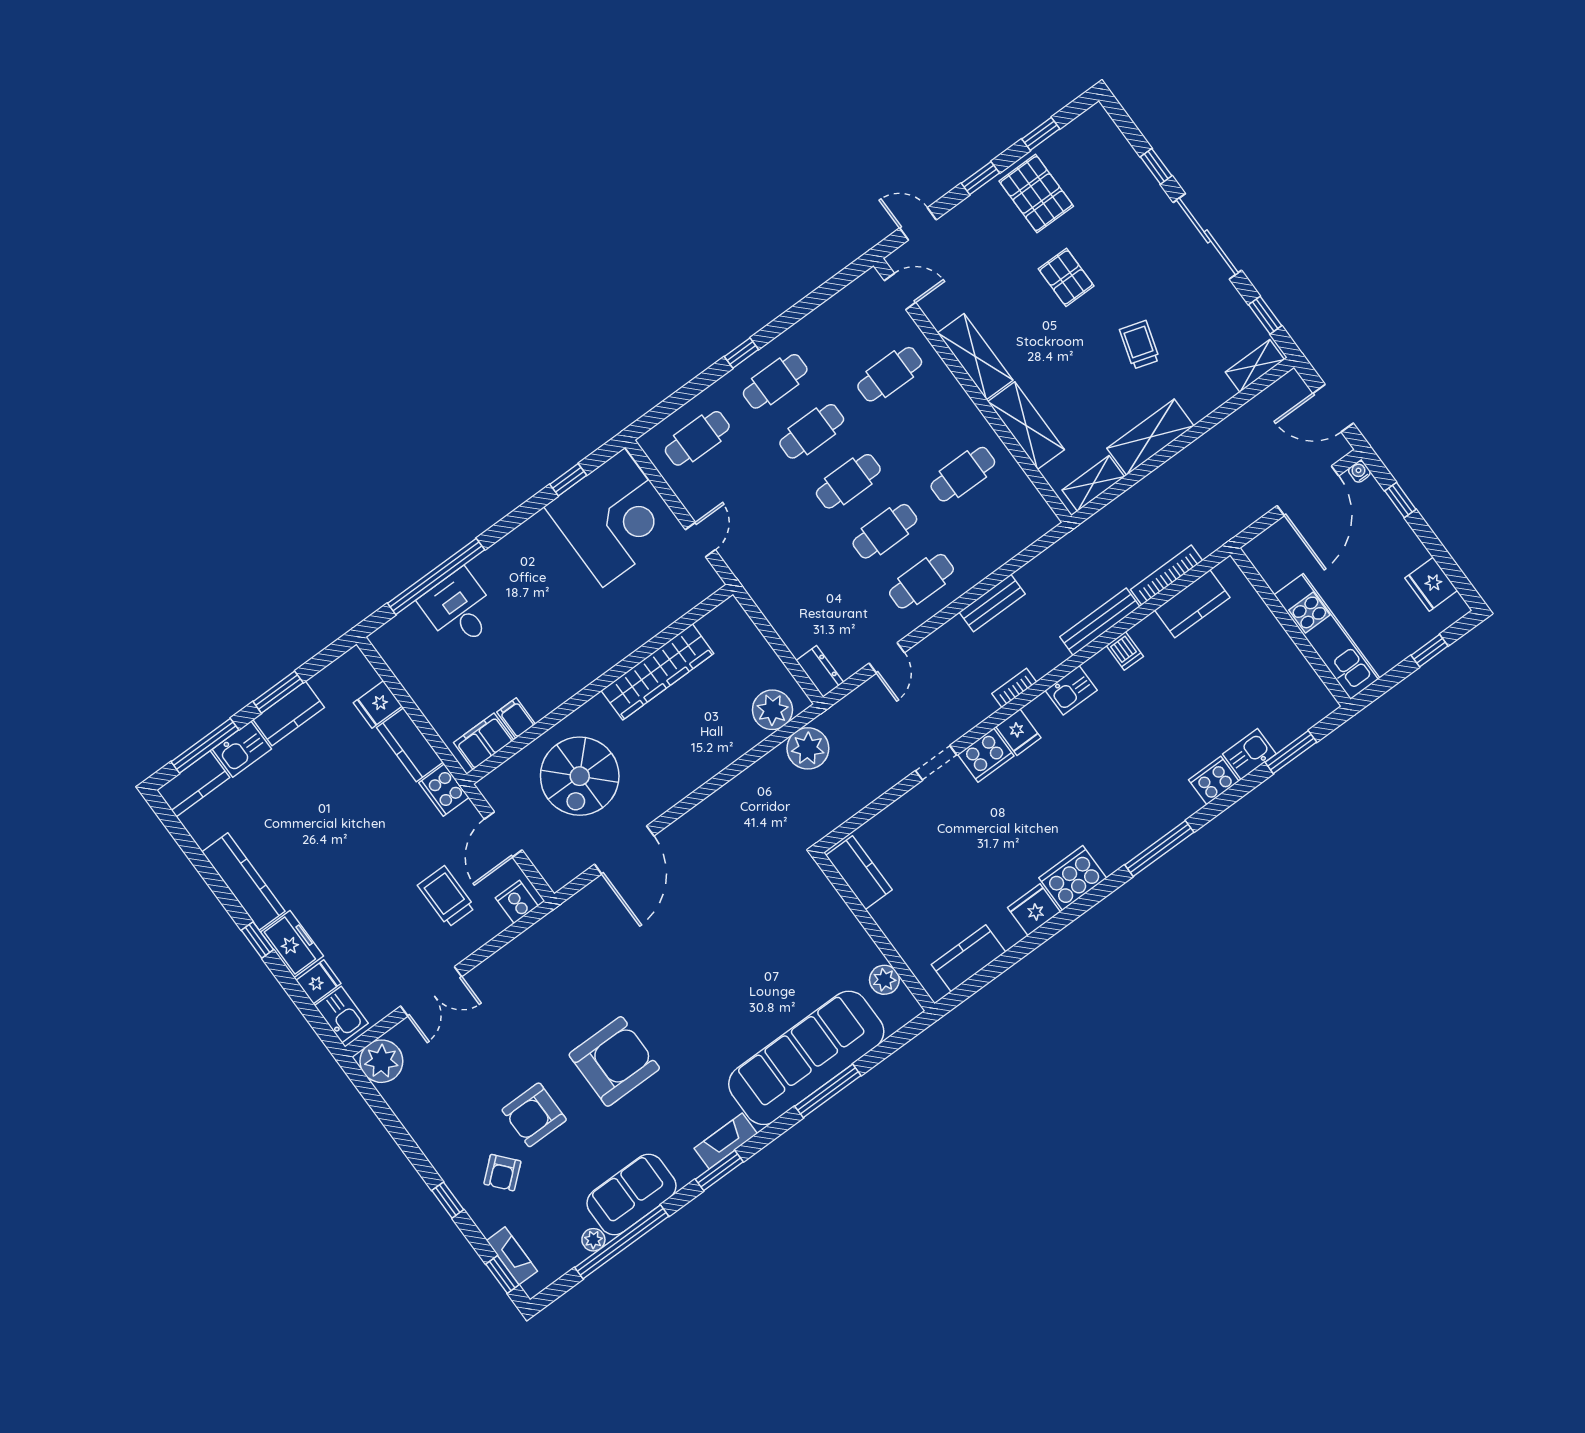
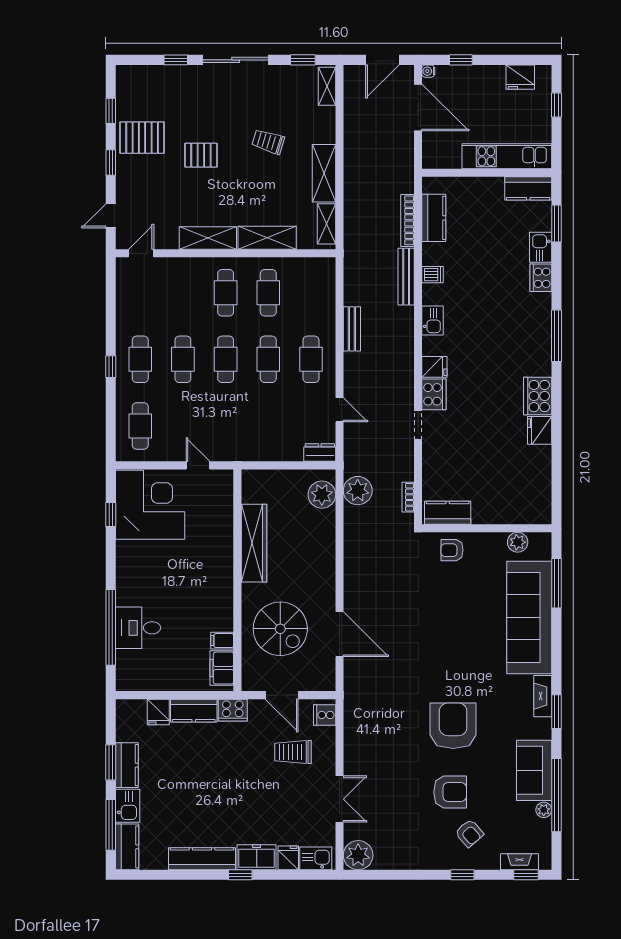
cafe table: (890, 374) -> (226, 293), moved
bookcase: (1014, 688) -> (408, 497), moved
armchair: (819, 910) -> (452, 550), added
kitchen counter: (969, 958) -> (528, 188), moved, turned -90
window: (828, 1091) -> (556, 583), moved
armchair: (534, 1115) -> (450, 792), turned -90

